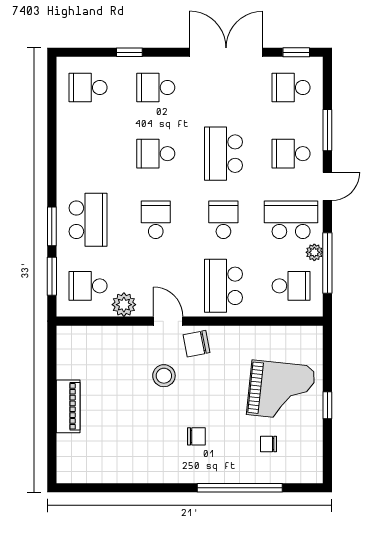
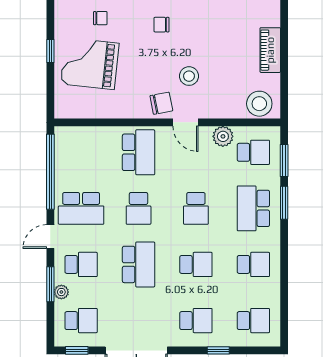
plant: (314, 252) -> (61, 292), moved
window: (327, 263) -> (50, 172), width x1.46
school desk: (291, 286) -> (253, 264), moved, turned 180
stool: (81, 343) -> (259, 104), added

